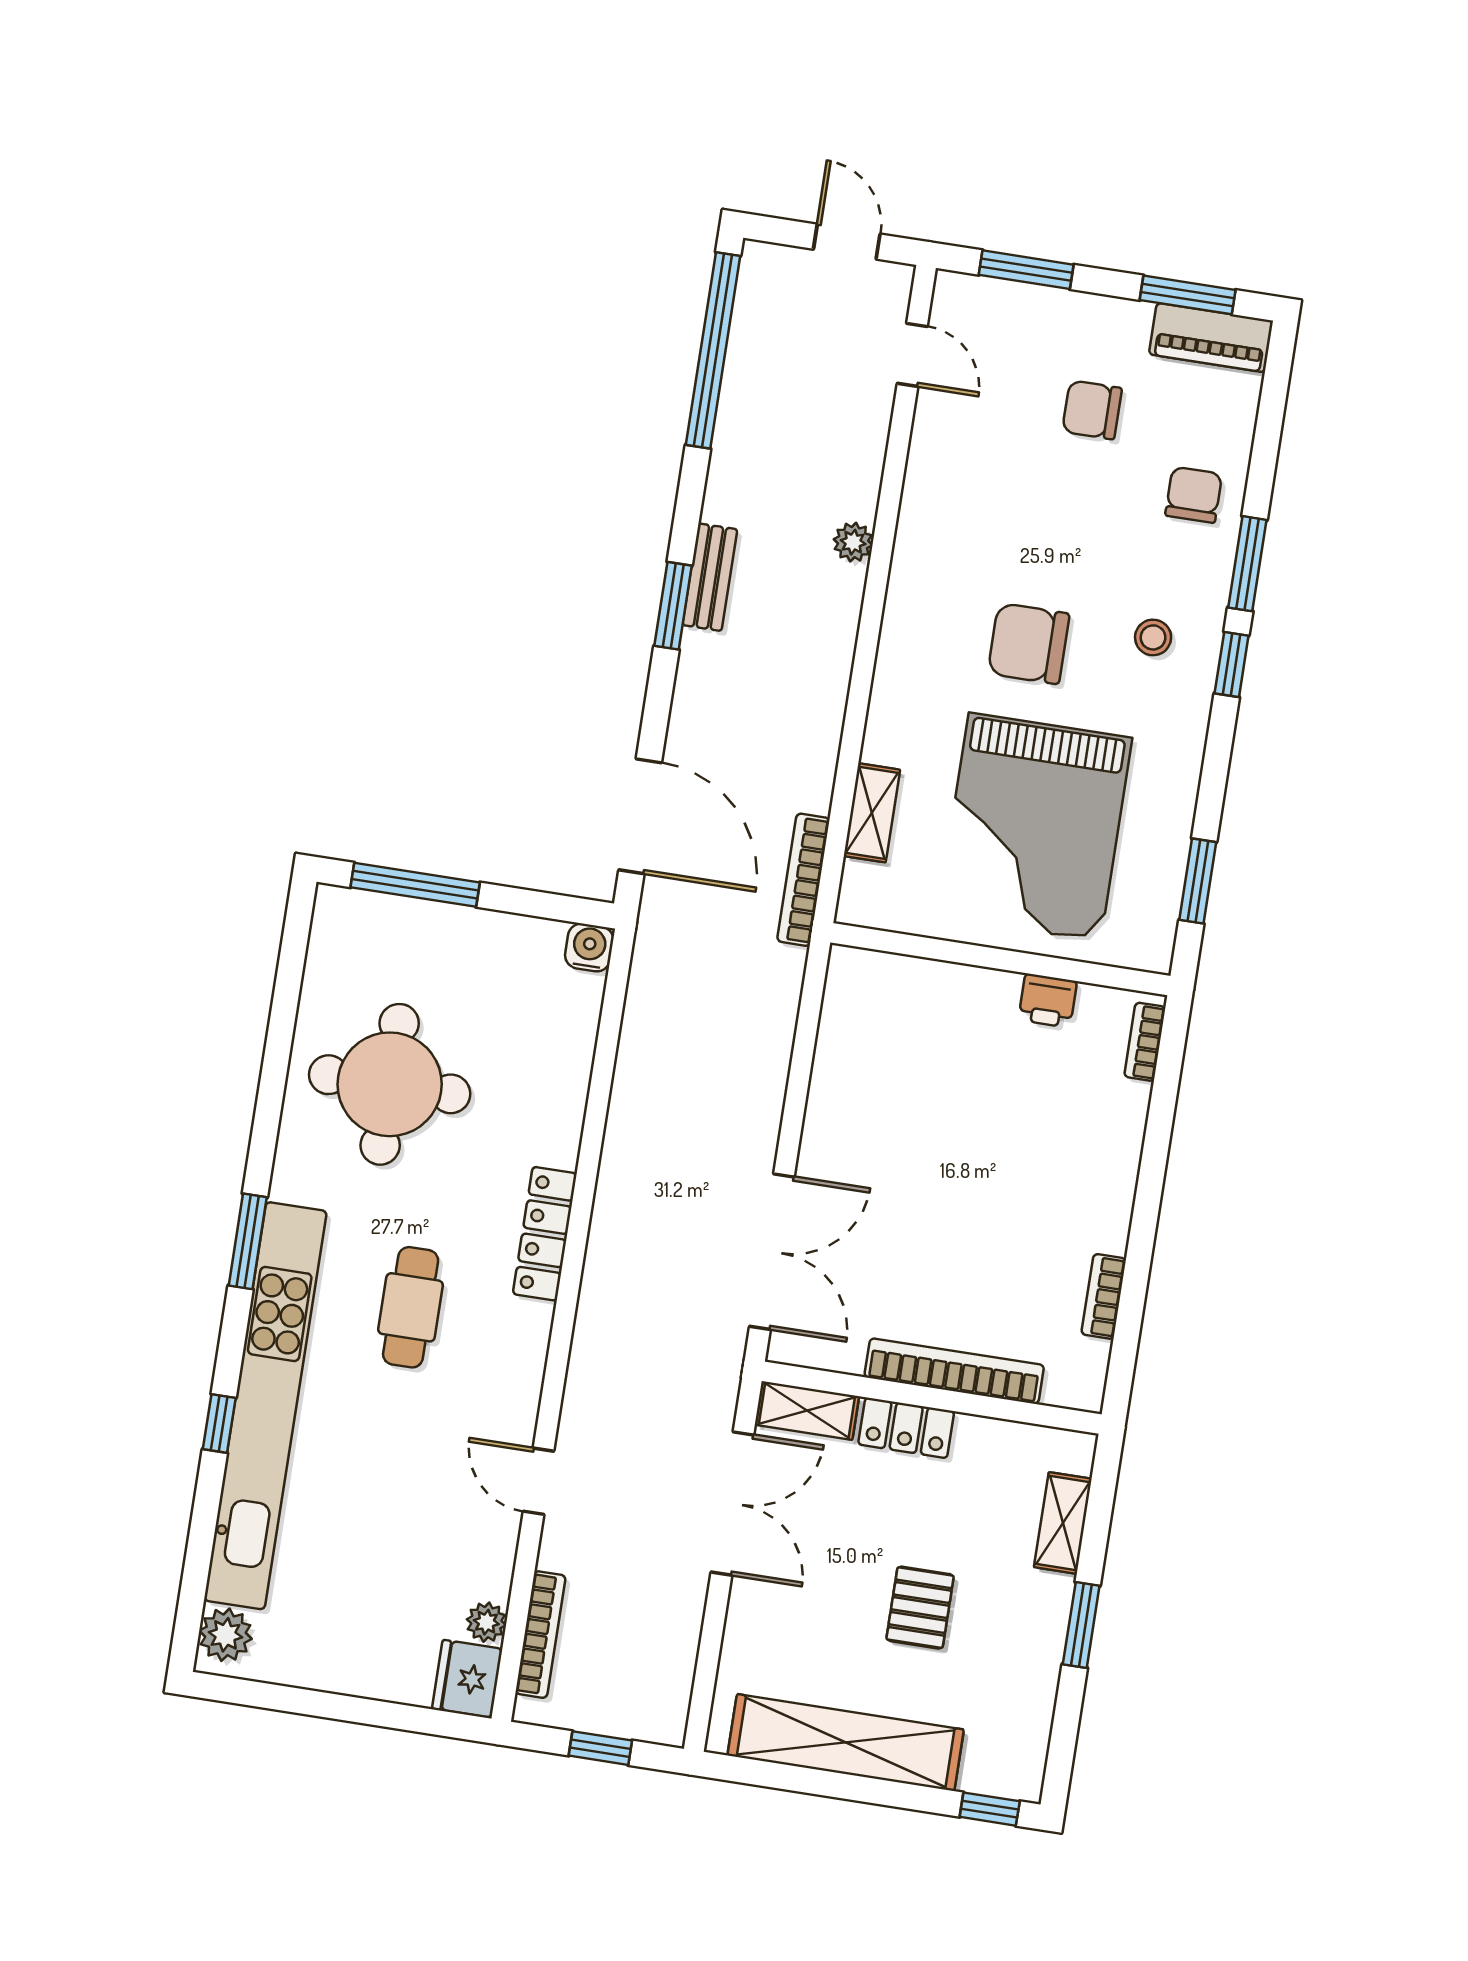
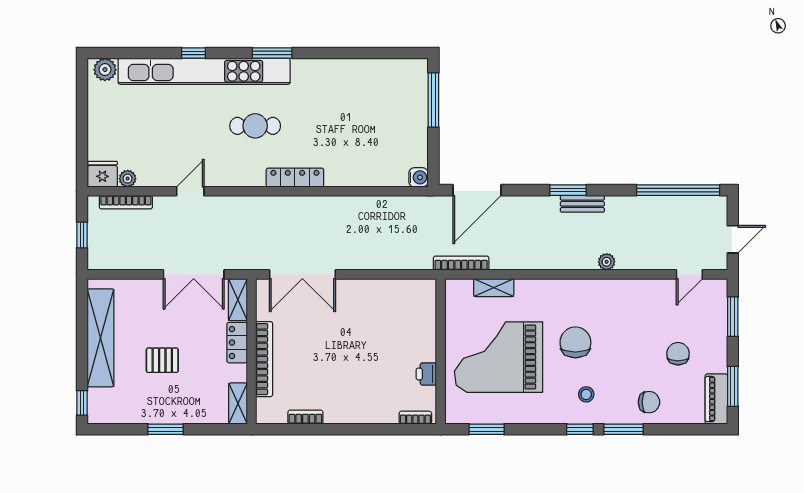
round table: (390, 1084) -> (348, 102), removed
shelving: (1063, 1523) -> (238, 403), moved, turned 90

